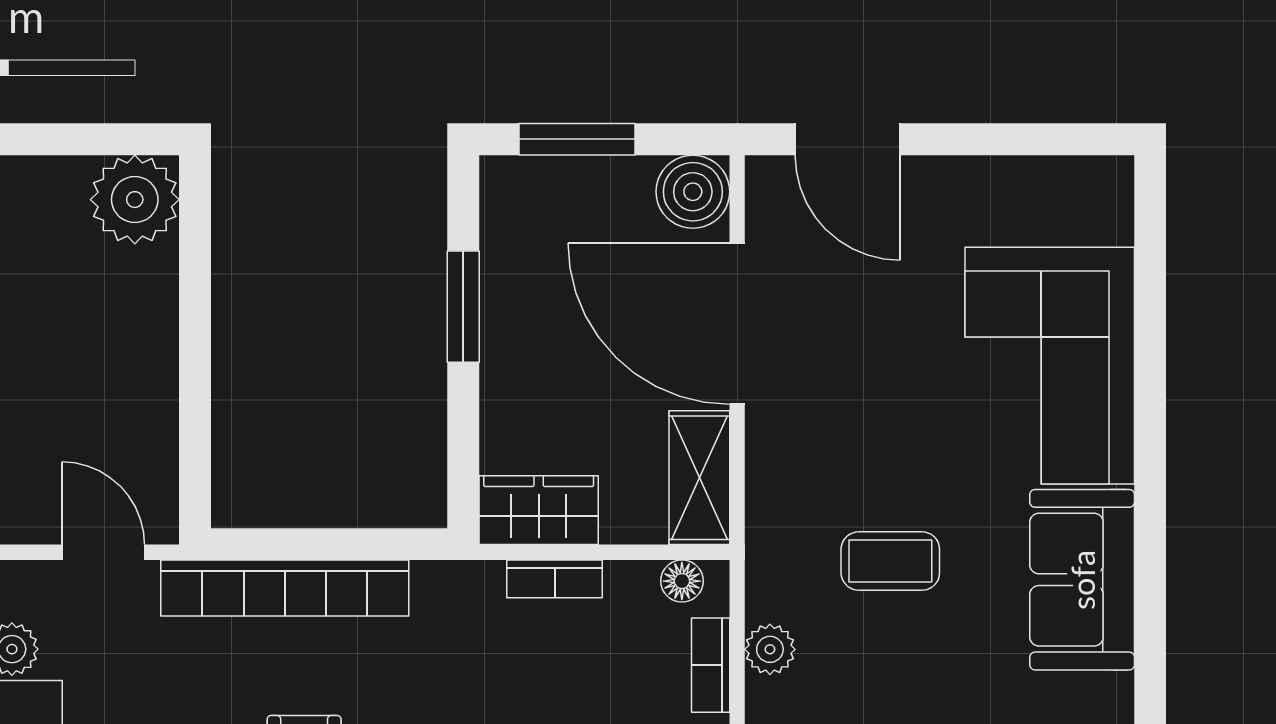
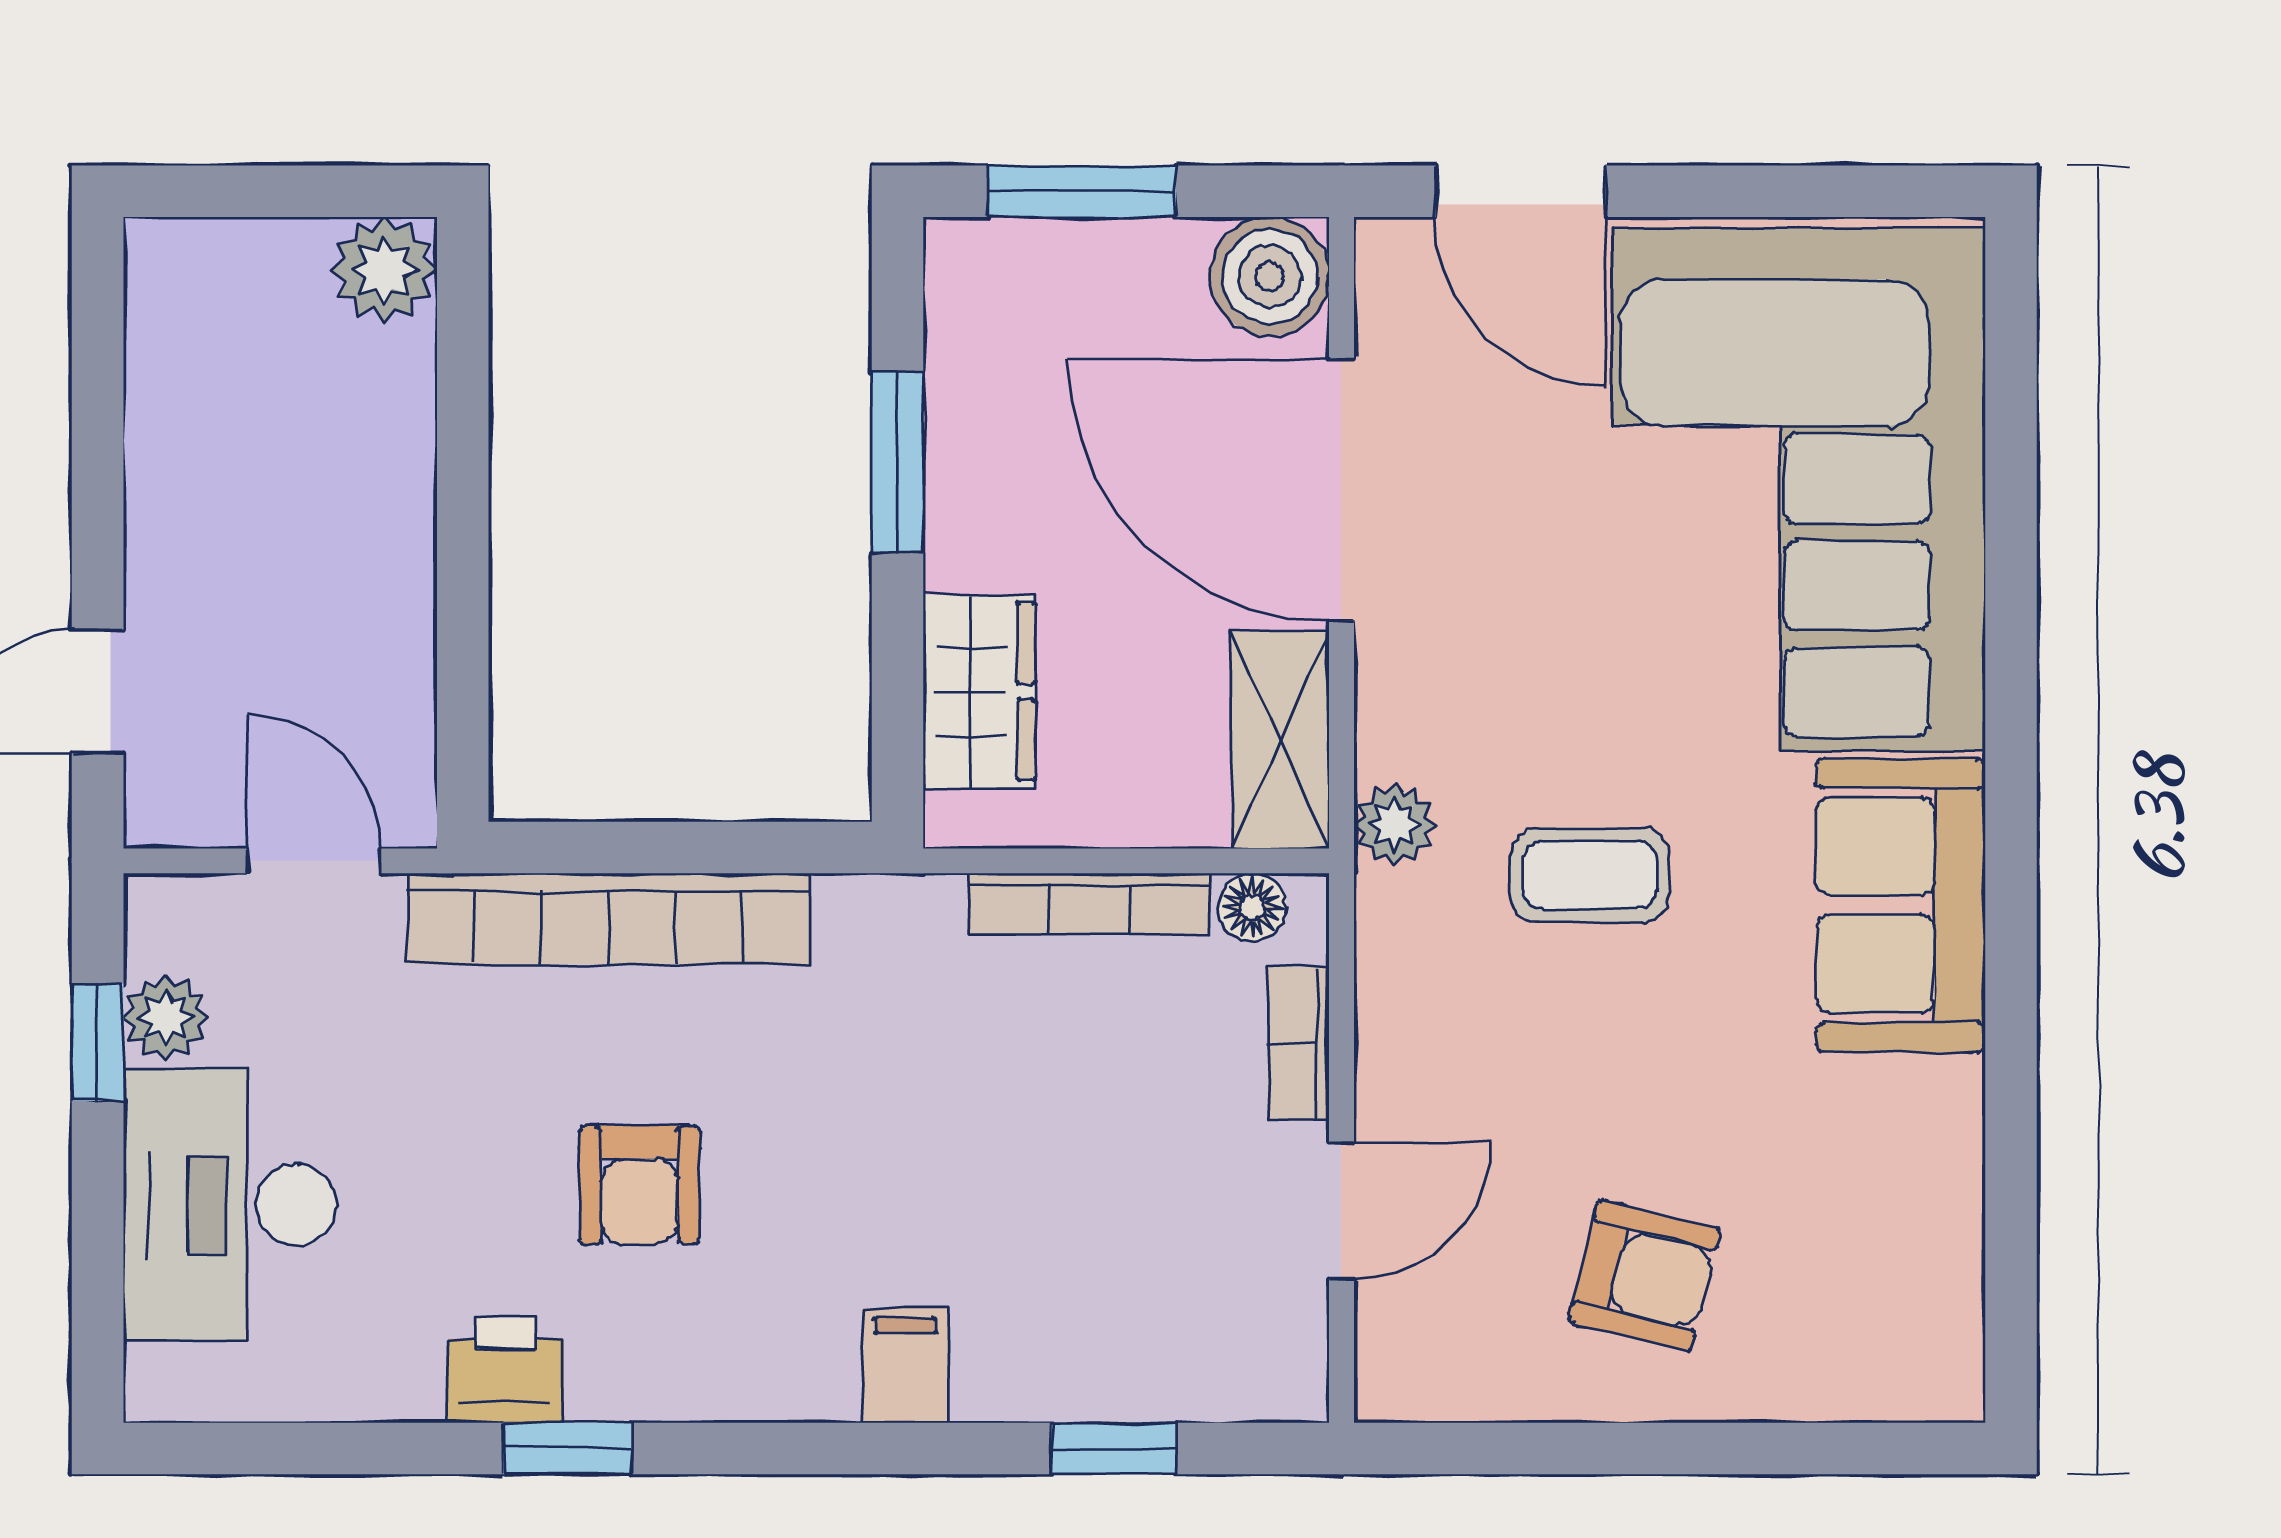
plant: (135, 200) -> (384, 270), width x0.73, depth x0.73
corner sofa: (1050, 366) -> (1799, 489), width x1.36, depth x1.36
wardrobe: (539, 510) -> (979, 692), moved, turned 90
bookcase: (555, 579) -> (1089, 904), width x1.56
plant: (770, 649) -> (1395, 824), moved

